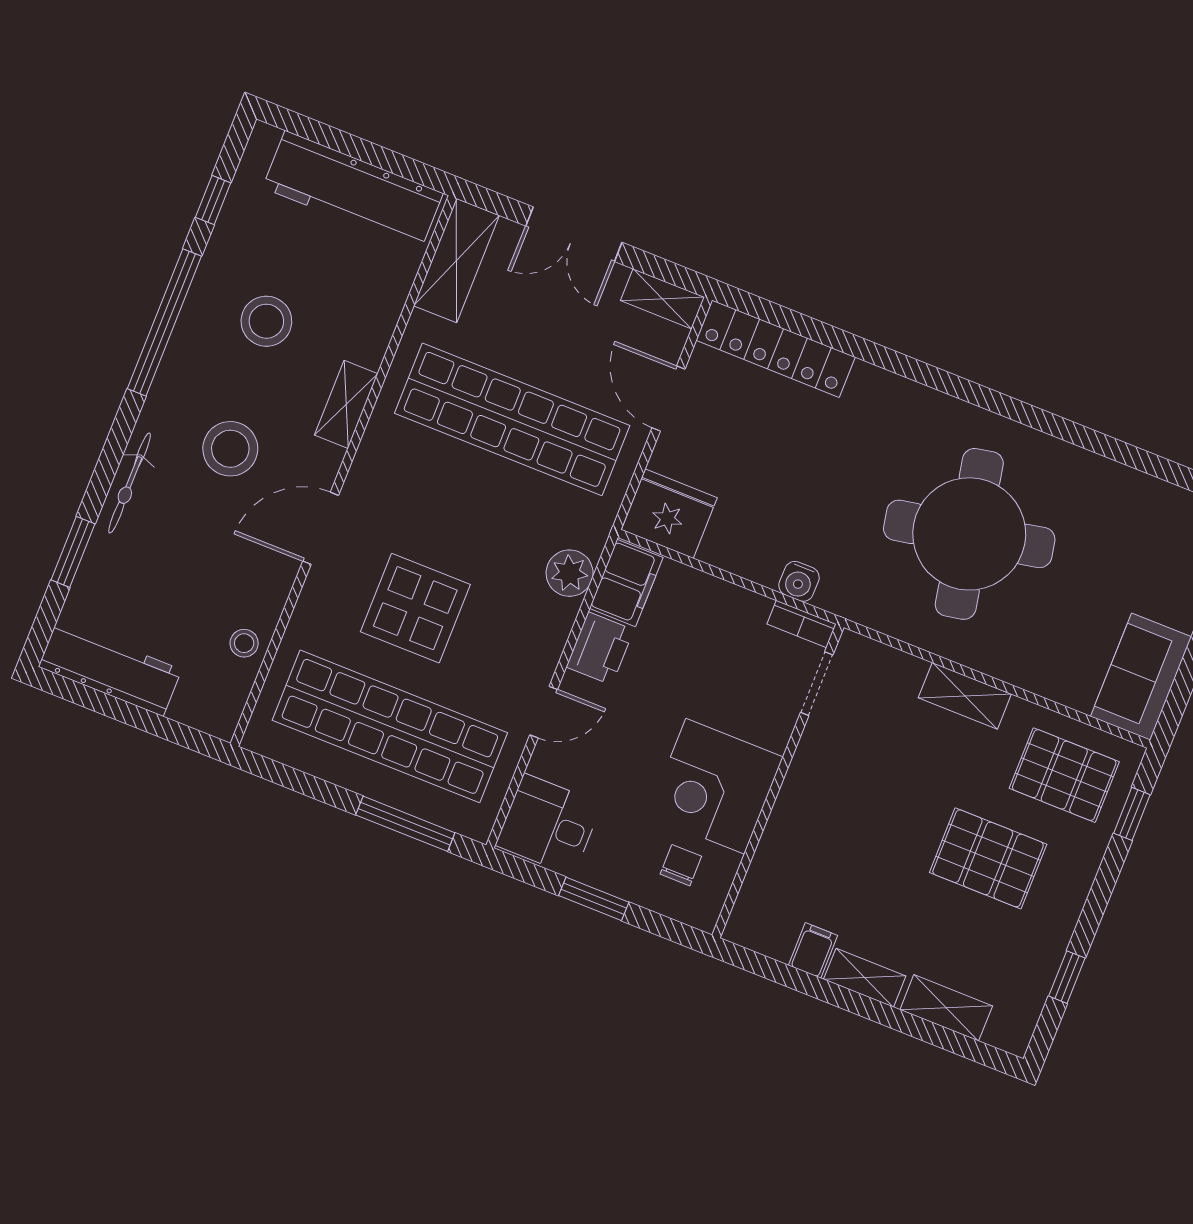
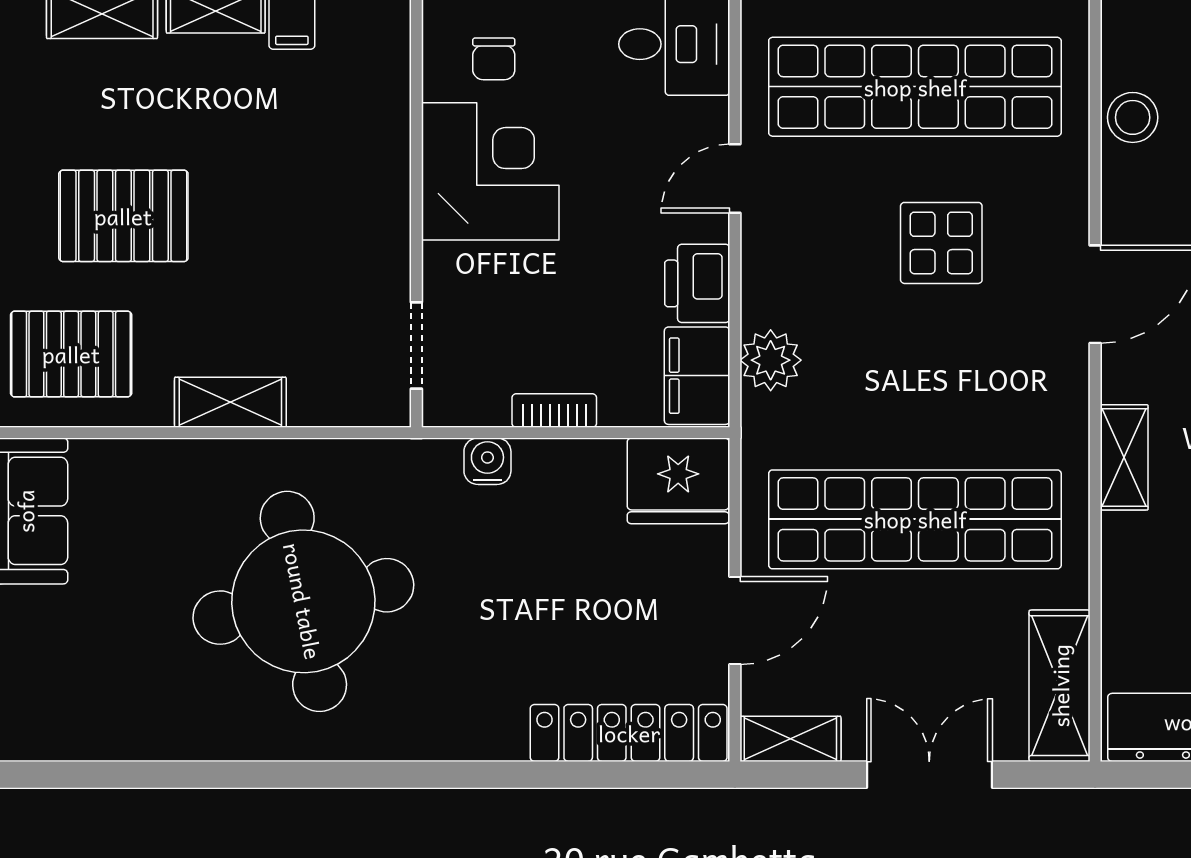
door: (668, 398) -> (735, 621), hinge flipped
display table: (415, 608) -> (941, 243), width x0.73, depth x0.73
bookcase: (802, 624) -> (554, 411), moved
stool: (244, 643) -> (1133, 117), width x1.37, depth x1.37

